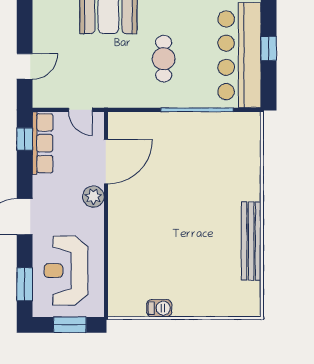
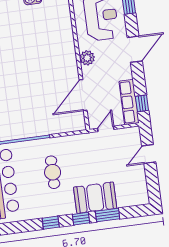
door: (80, 110) -> (106, 129), hinge flipped
plant: (93, 197) -> (87, 58), moved

